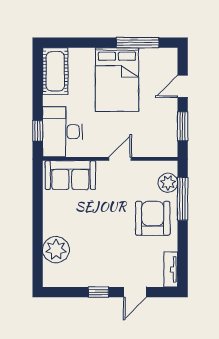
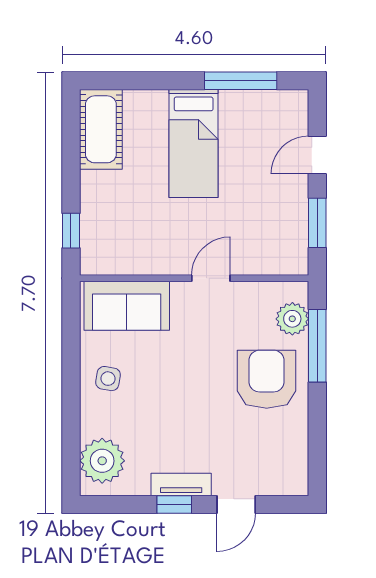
bed: (117, 80) -> (194, 143), width x0.67
desk: (62, 132) -> (113, 232), removed
side table: (59, 218) -> (108, 379), added
plant: (56, 250) -> (102, 461), moved
tv unit: (171, 269) -> (181, 484), moved, turned 90

